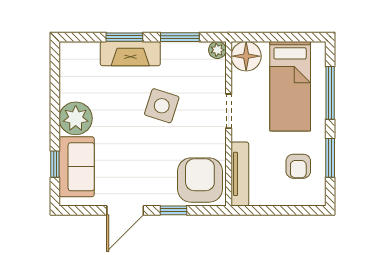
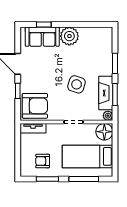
fireplace: (130, 54) -> (106, 93), moved
tv unit: (240, 174) -> (33, 128), width x0.71

